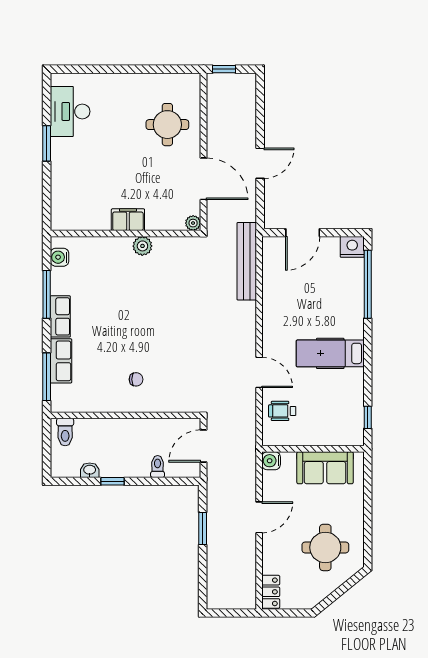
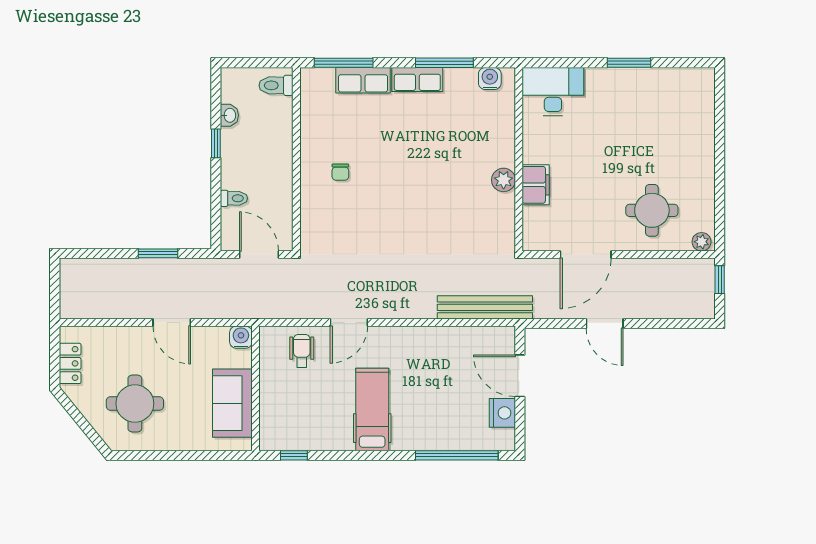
desk: (70, 111) -> (553, 91), moved
filing cabinet: (128, 220) -> (536, 185), moved
plant: (193, 223) -> (702, 242), moved
nightstand: (352, 247) -> (502, 413), moved
locker: (271, 592) -> (70, 363), moved, turned -90

